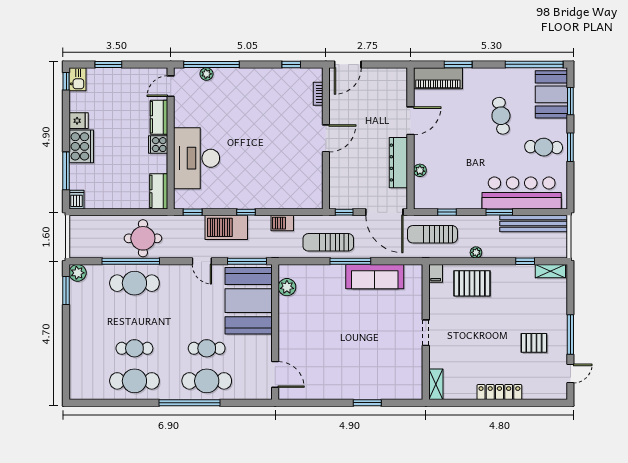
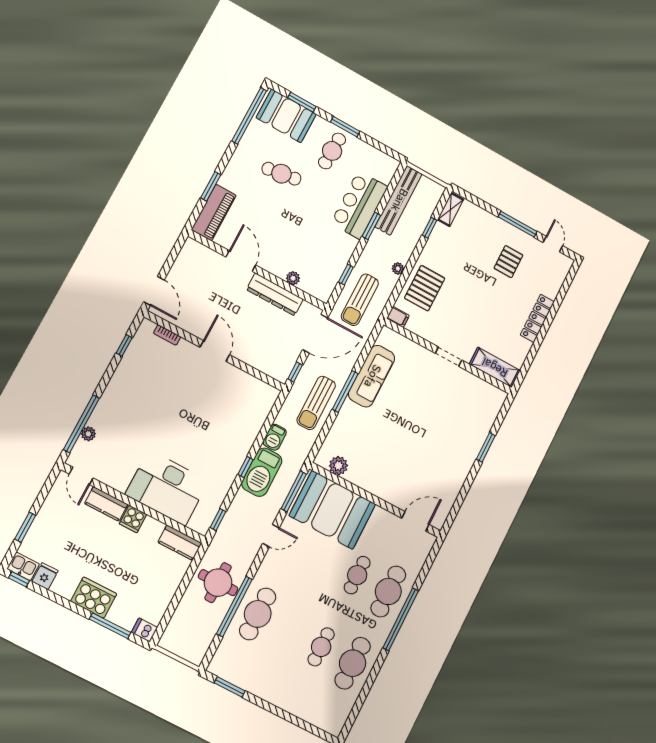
fridge: (79, 121) -> (45, 576), moved
bar counter: (522, 193) -> (359, 205), width x0.73
barbecue: (226, 227) -> (262, 472), moved
plant: (78, 273) -> (218, 666), removed
shelving: (436, 384) -> (495, 367), width x1.50, depth x1.33

